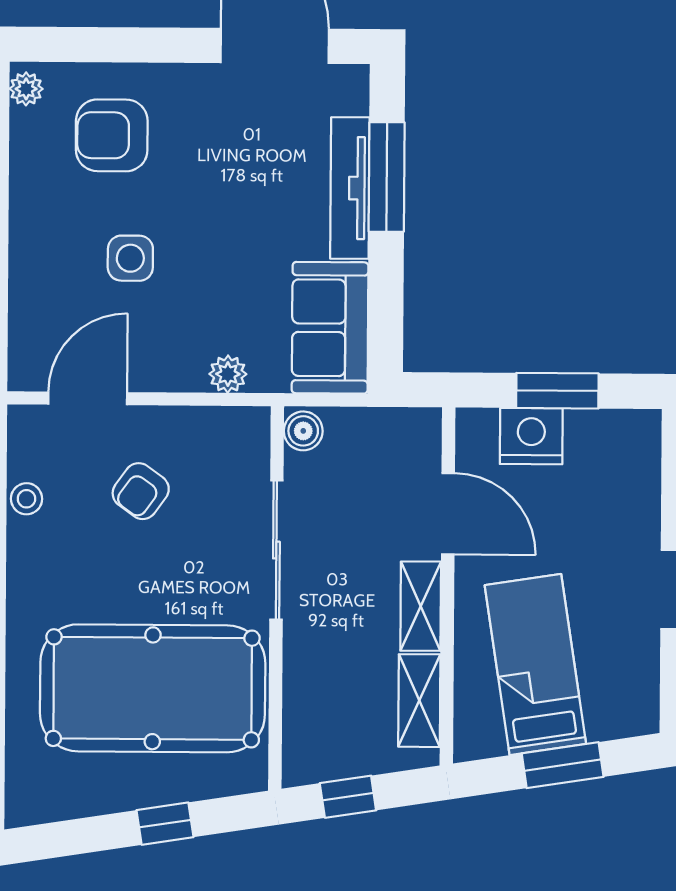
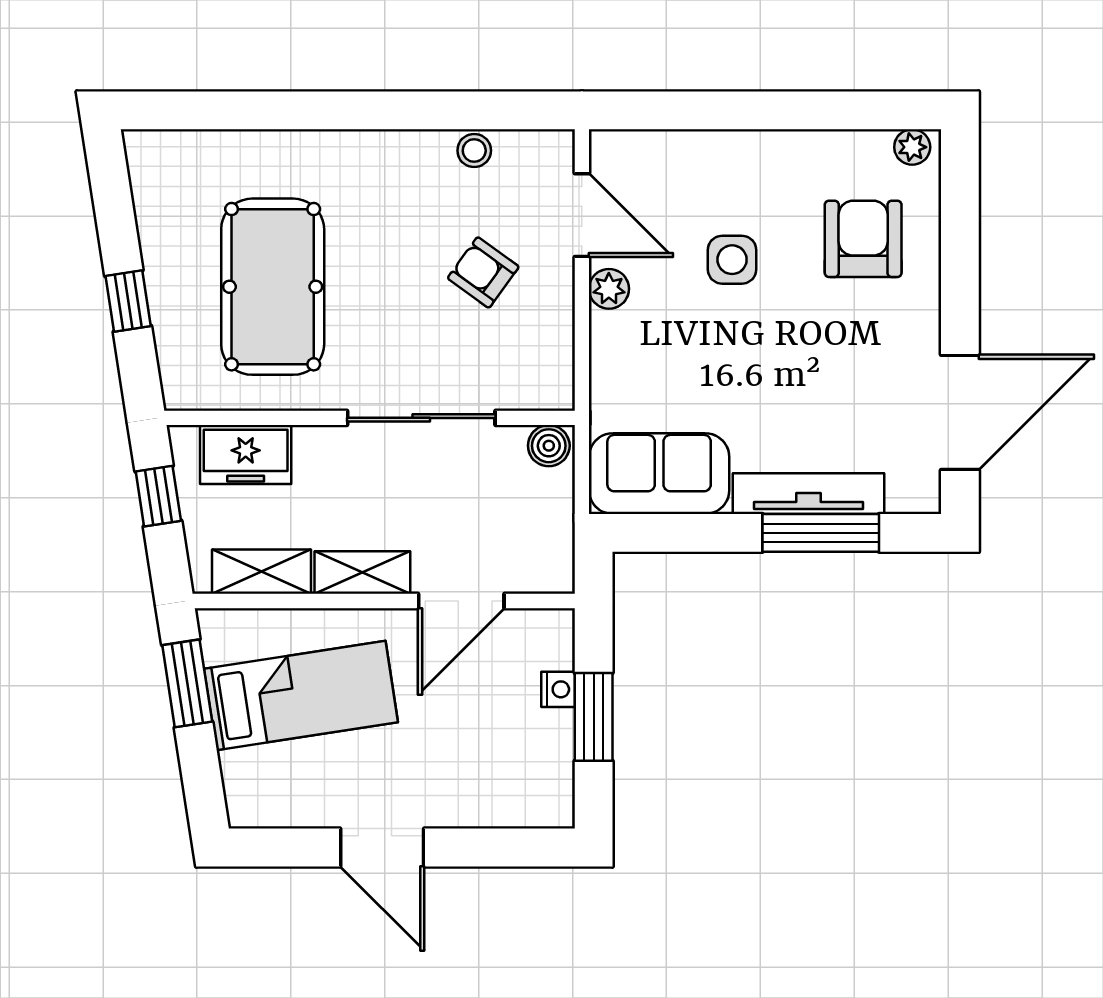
plant: (228, 374) -> (609, 289), moved
nightstand: (531, 436) -> (558, 689), width x0.53, depth x0.56
pool table: (153, 688) -> (273, 287), width x0.73, depth x0.76
freezer: (309, 715) -> (246, 454), added
window: (563, 765) -> (187, 683), moved

